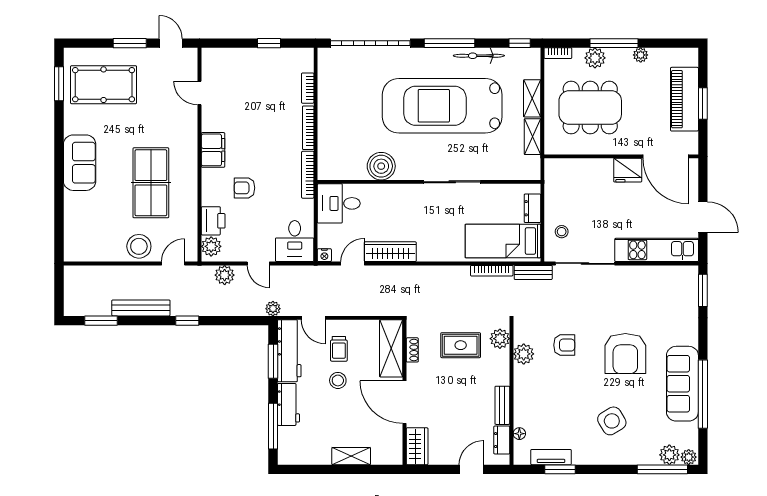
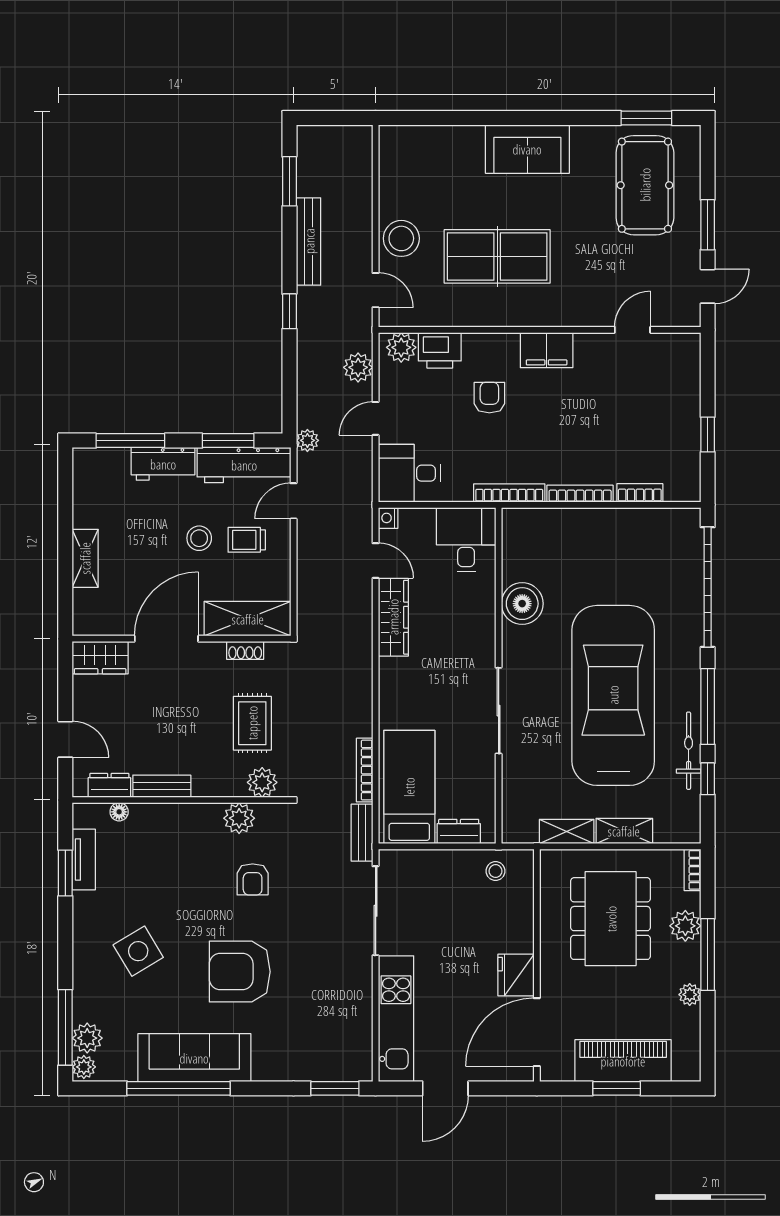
window: (520, 43) -> (708, 779), moved
stool: (562, 232) -> (496, 871), moved

